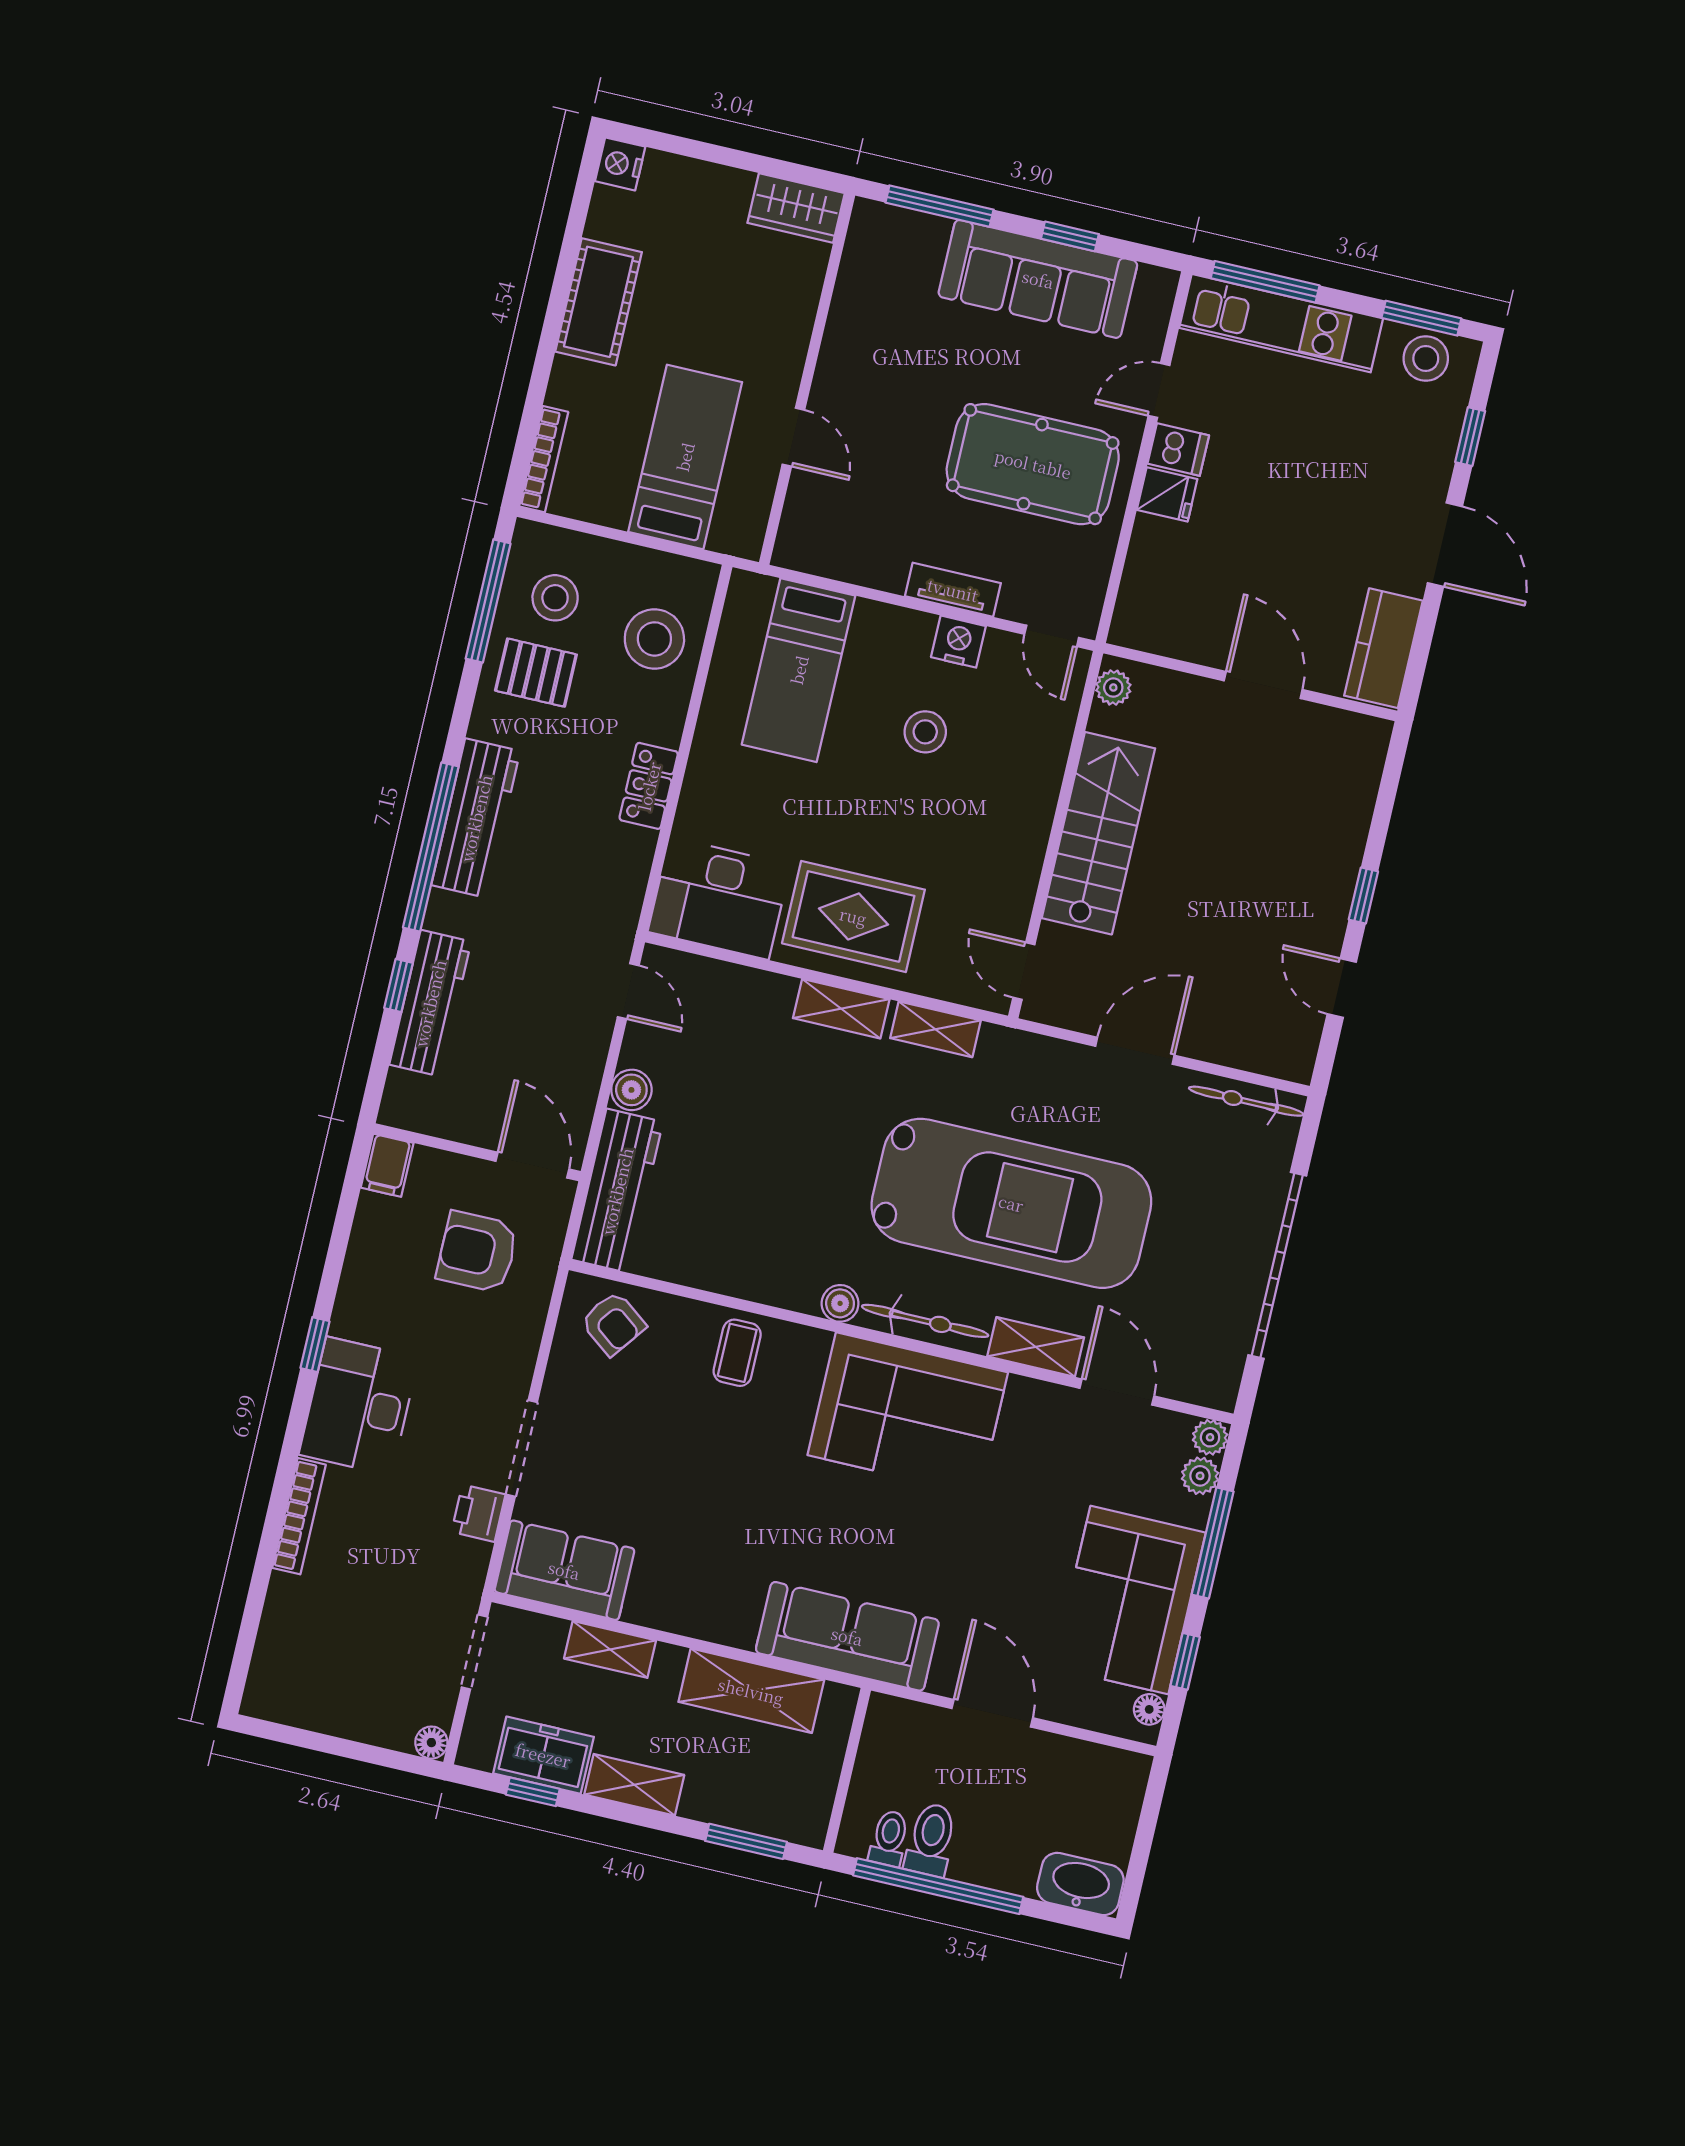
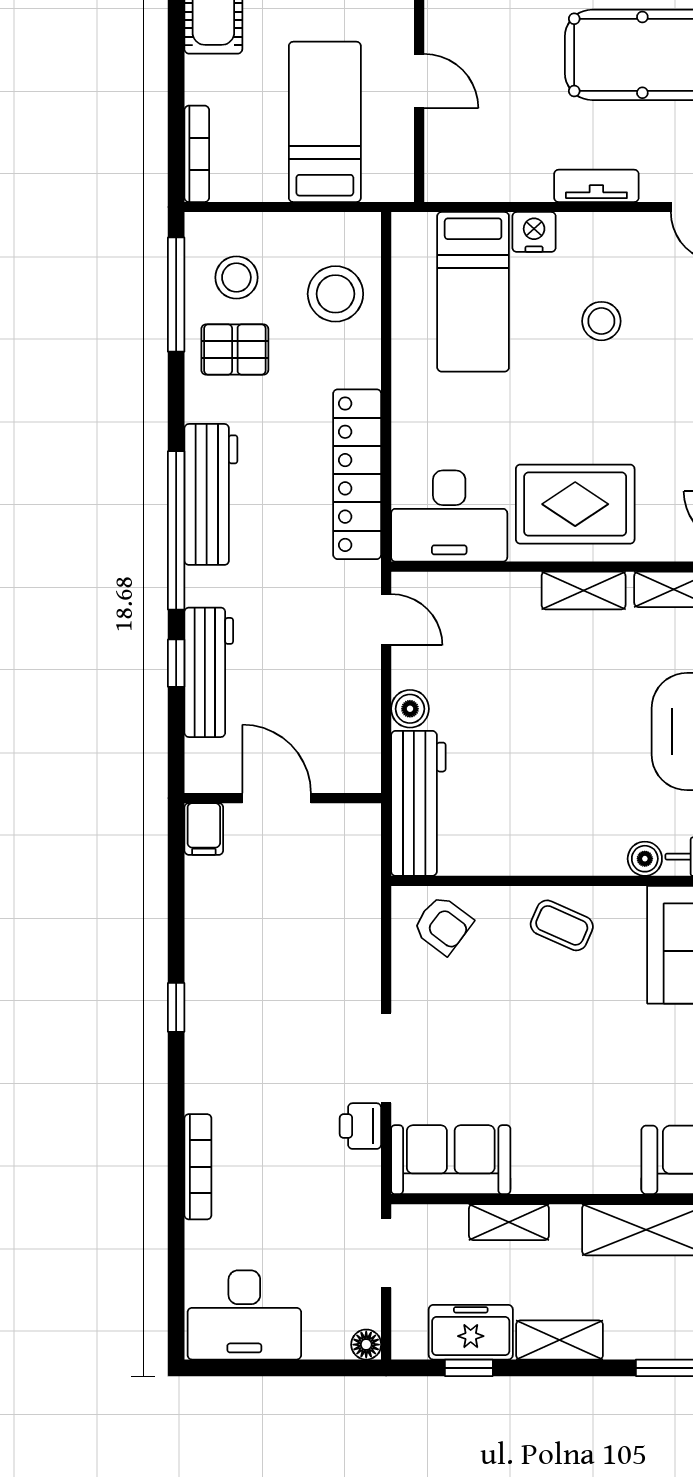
nightstand: (958, 642) -> (534, 232), moved
locker: (649, 786) -> (357, 474), width x2.16, depth x1.21
door: (532, 1165) -> (277, 798), moved
armchair: (477, 1252) -> (304, 889), removed
coffee table: (737, 1353) -> (562, 925), turned -66
desk: (359, 1406) -> (244, 1315), moved, turned -90

